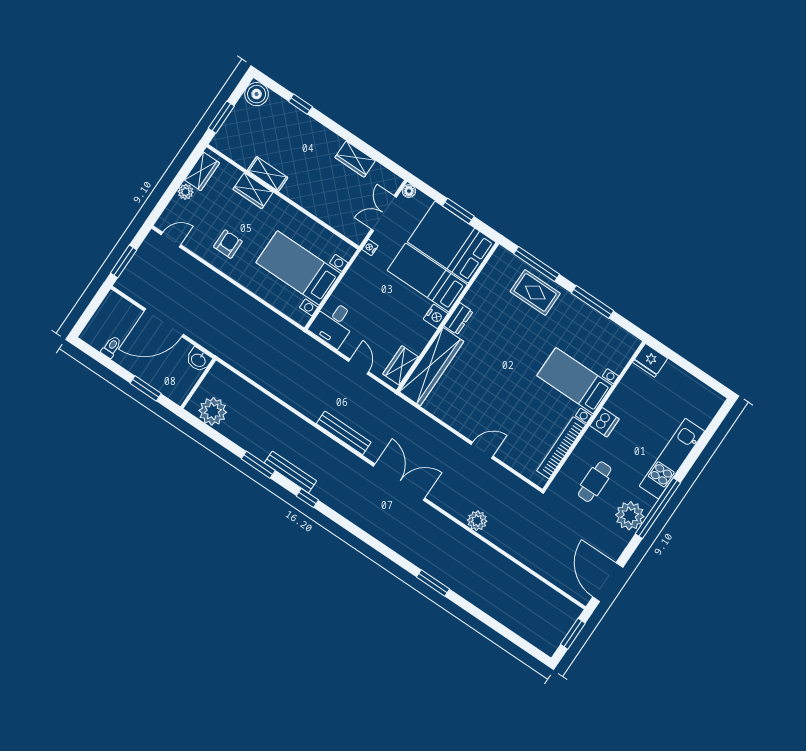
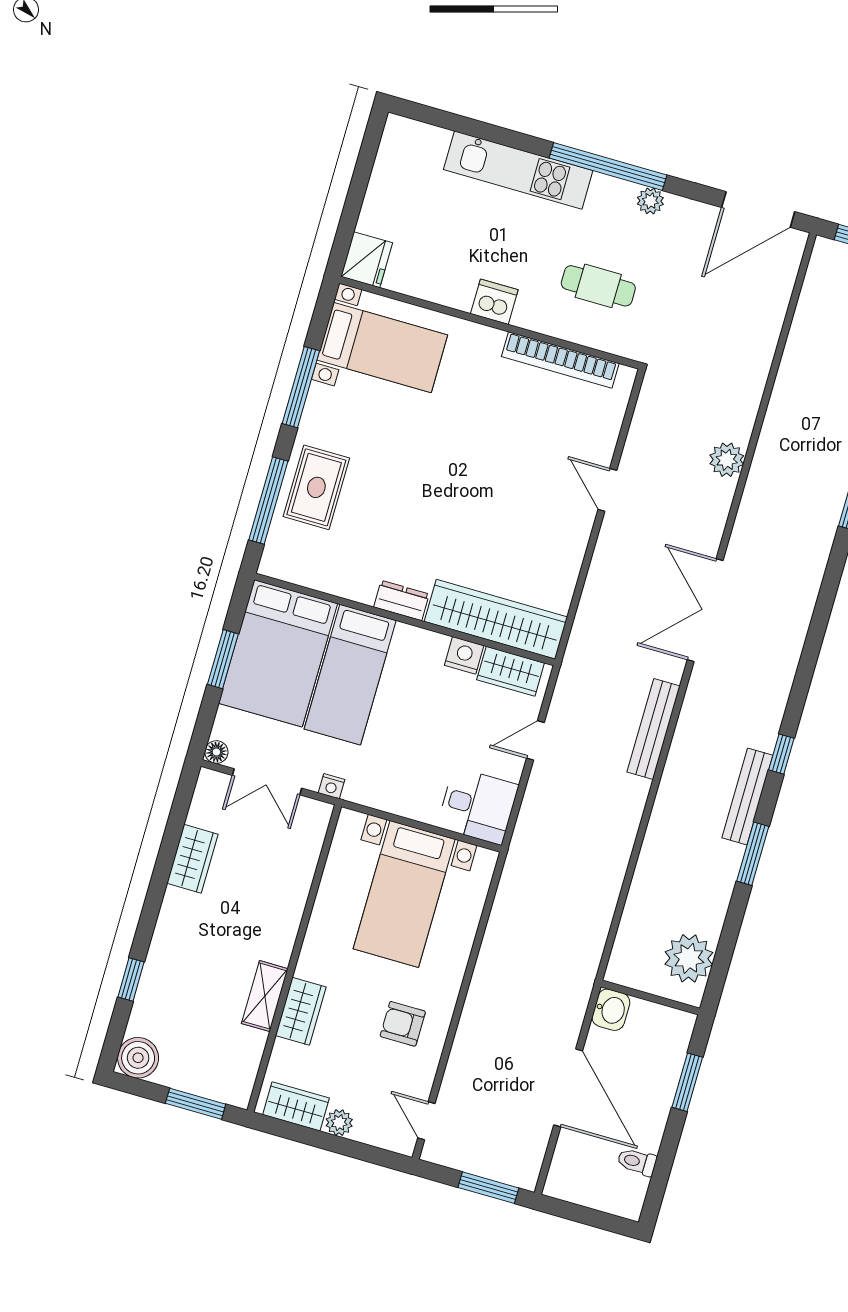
nightstand: (435, 316) -> (464, 655), moved
bed with nightstands: (575, 381) -> (382, 348), moved, turned -90
plant: (630, 516) -> (650, 201), width x0.53, depth x0.53

